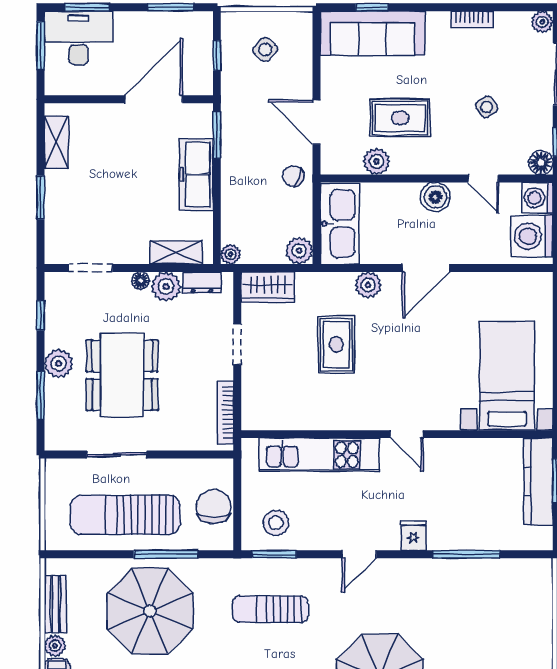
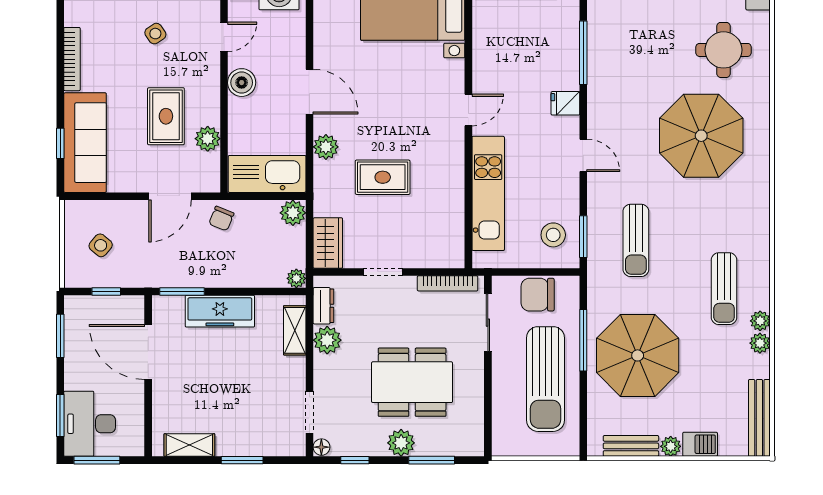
bookcase: (472, 20) -> (72, 59), width x1.56
floor lamp: (141, 281) -> (321, 447), moved
sliding door: (117, 455) -> (488, 323), moved

